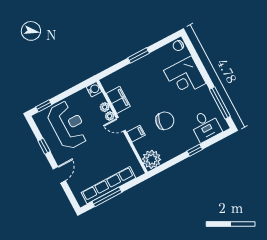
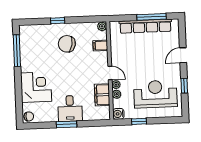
window: (44, 106) -> (139, 121), moved
chair: (165, 121) -> (67, 44), moved
reception desk: (68, 125) -> (155, 94), turned 90
desk: (205, 126) -> (70, 108), moved, turned 180
filing cabinet: (136, 134) -> (100, 46), moved
plant: (152, 159) -> (102, 26), width x0.53, depth x0.53

